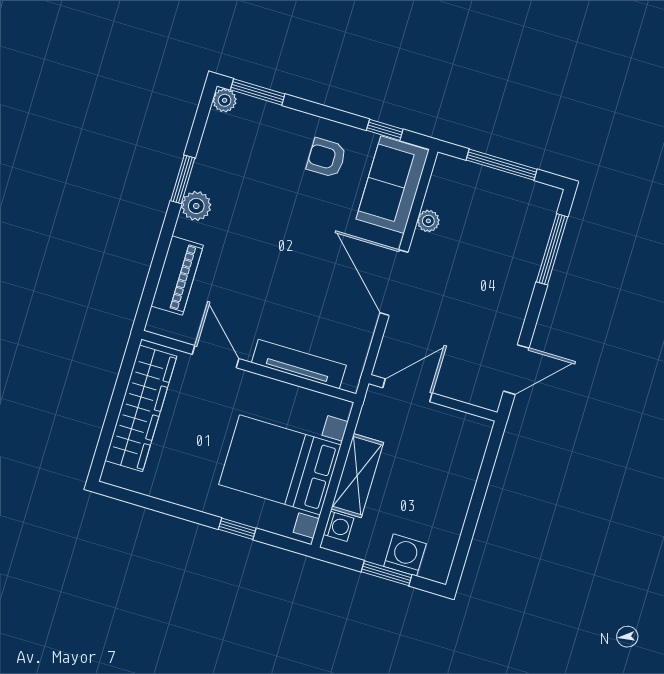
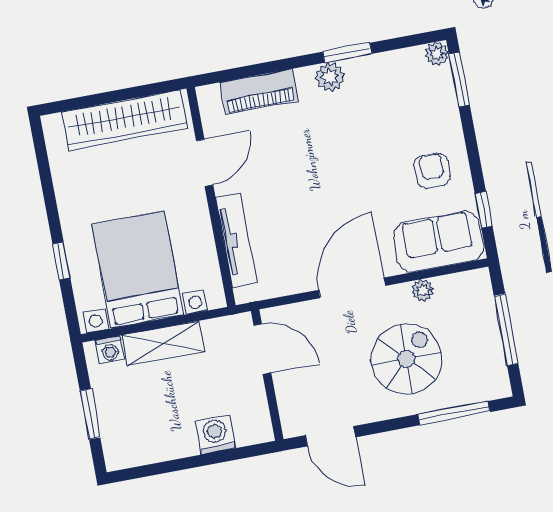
spiral stairs: (482, 267) -> (407, 359), added
washing machine: (405, 555) -> (215, 435), moved, turned -90

